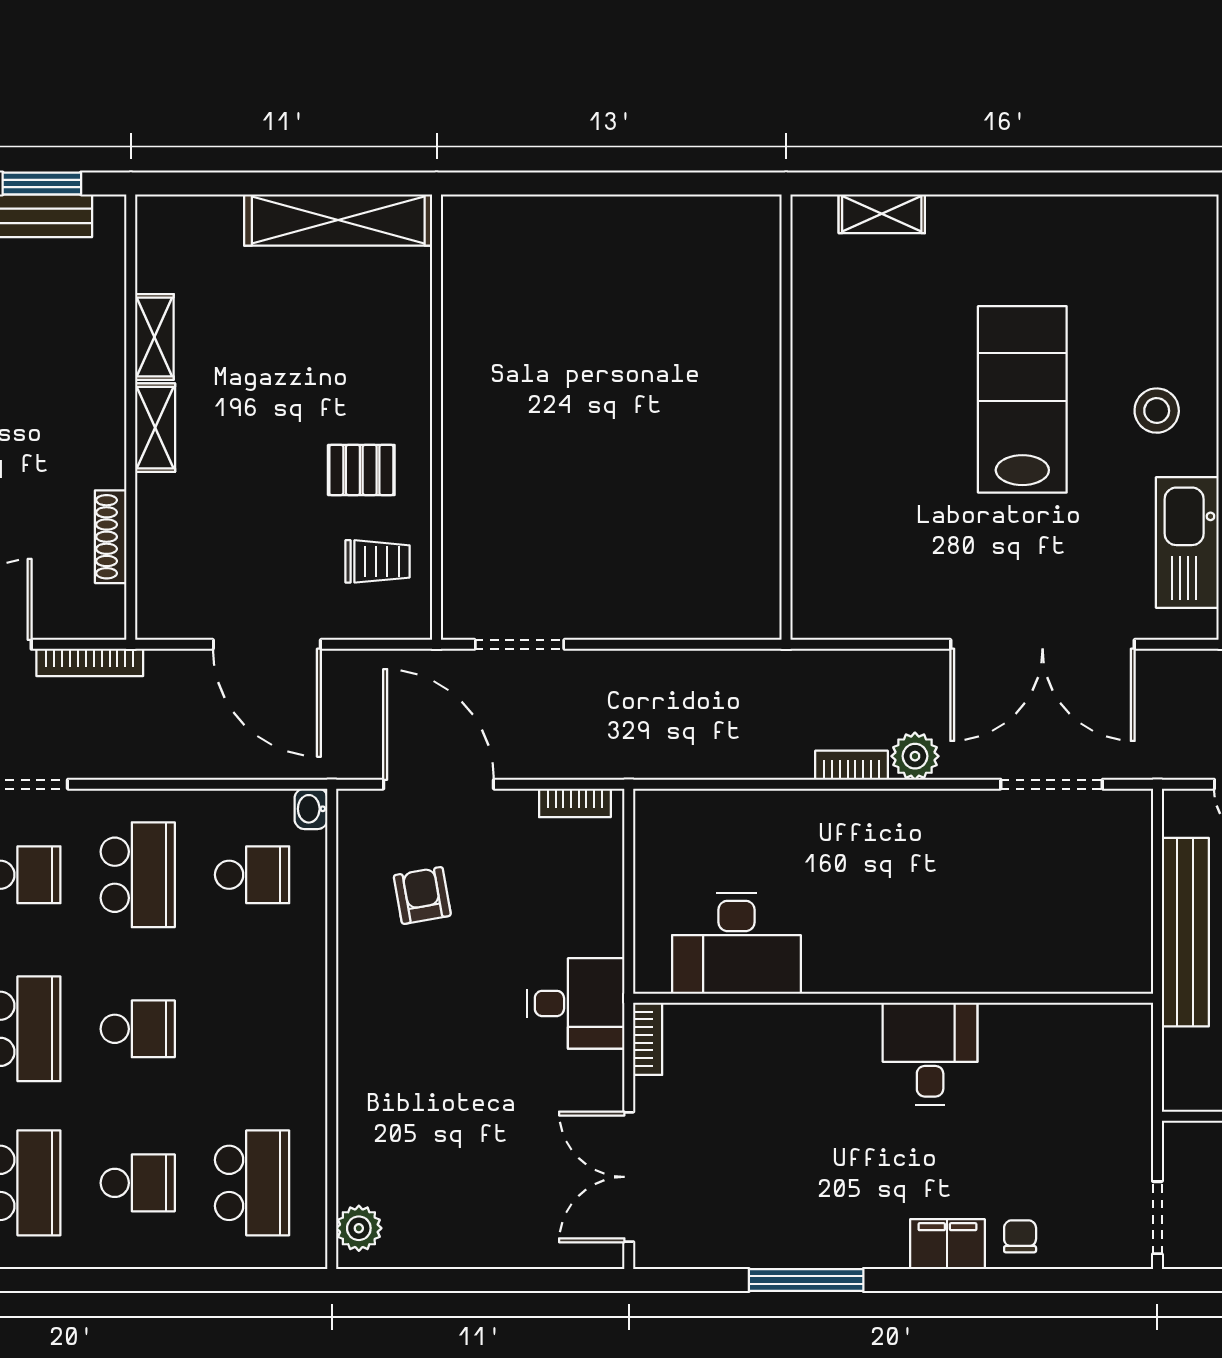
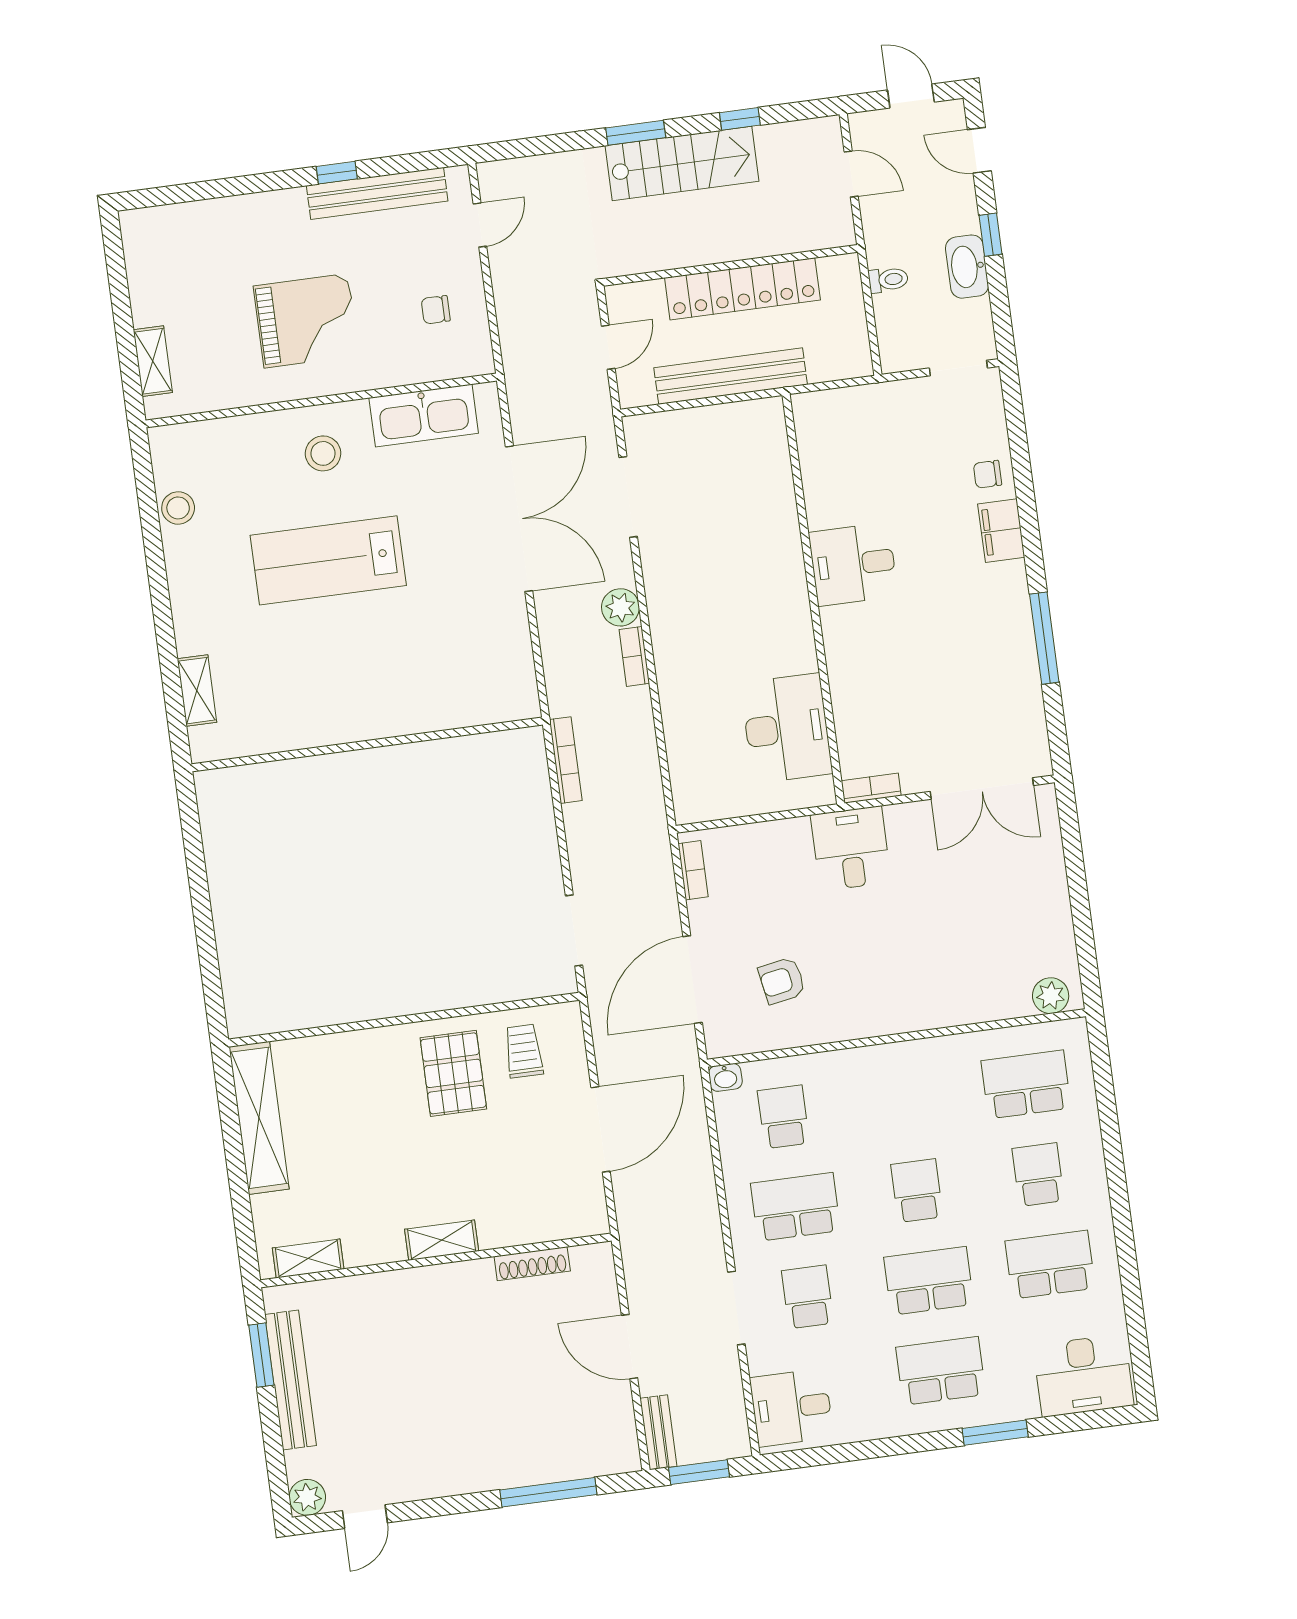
stool: (1113, 221) -> (178, 508), added
shelving: (154, 337) -> (308, 1259), moved
pallet: (361, 470) -> (453, 1073), width x1.50, depth x1.42
bookcase: (90, 662) -> (566, 760), moved

